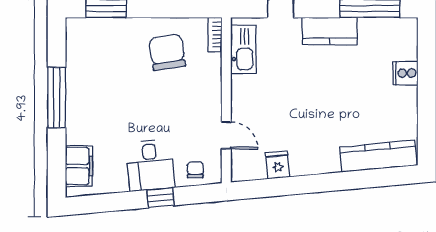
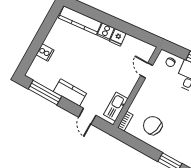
chair: (167, 52) -> (153, 126), turned 115
cooker: (327, 161) -> (106, 32), added
fridge: (278, 165) -> (118, 37), moved

